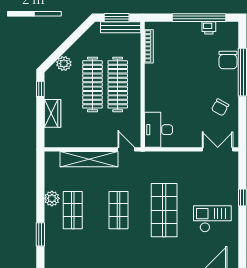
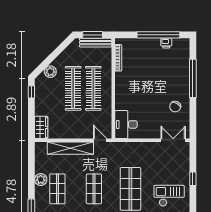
chair: (228, 60) -> (181, 69), removed
wardrobe: (52, 113) -> (41, 127), moved

